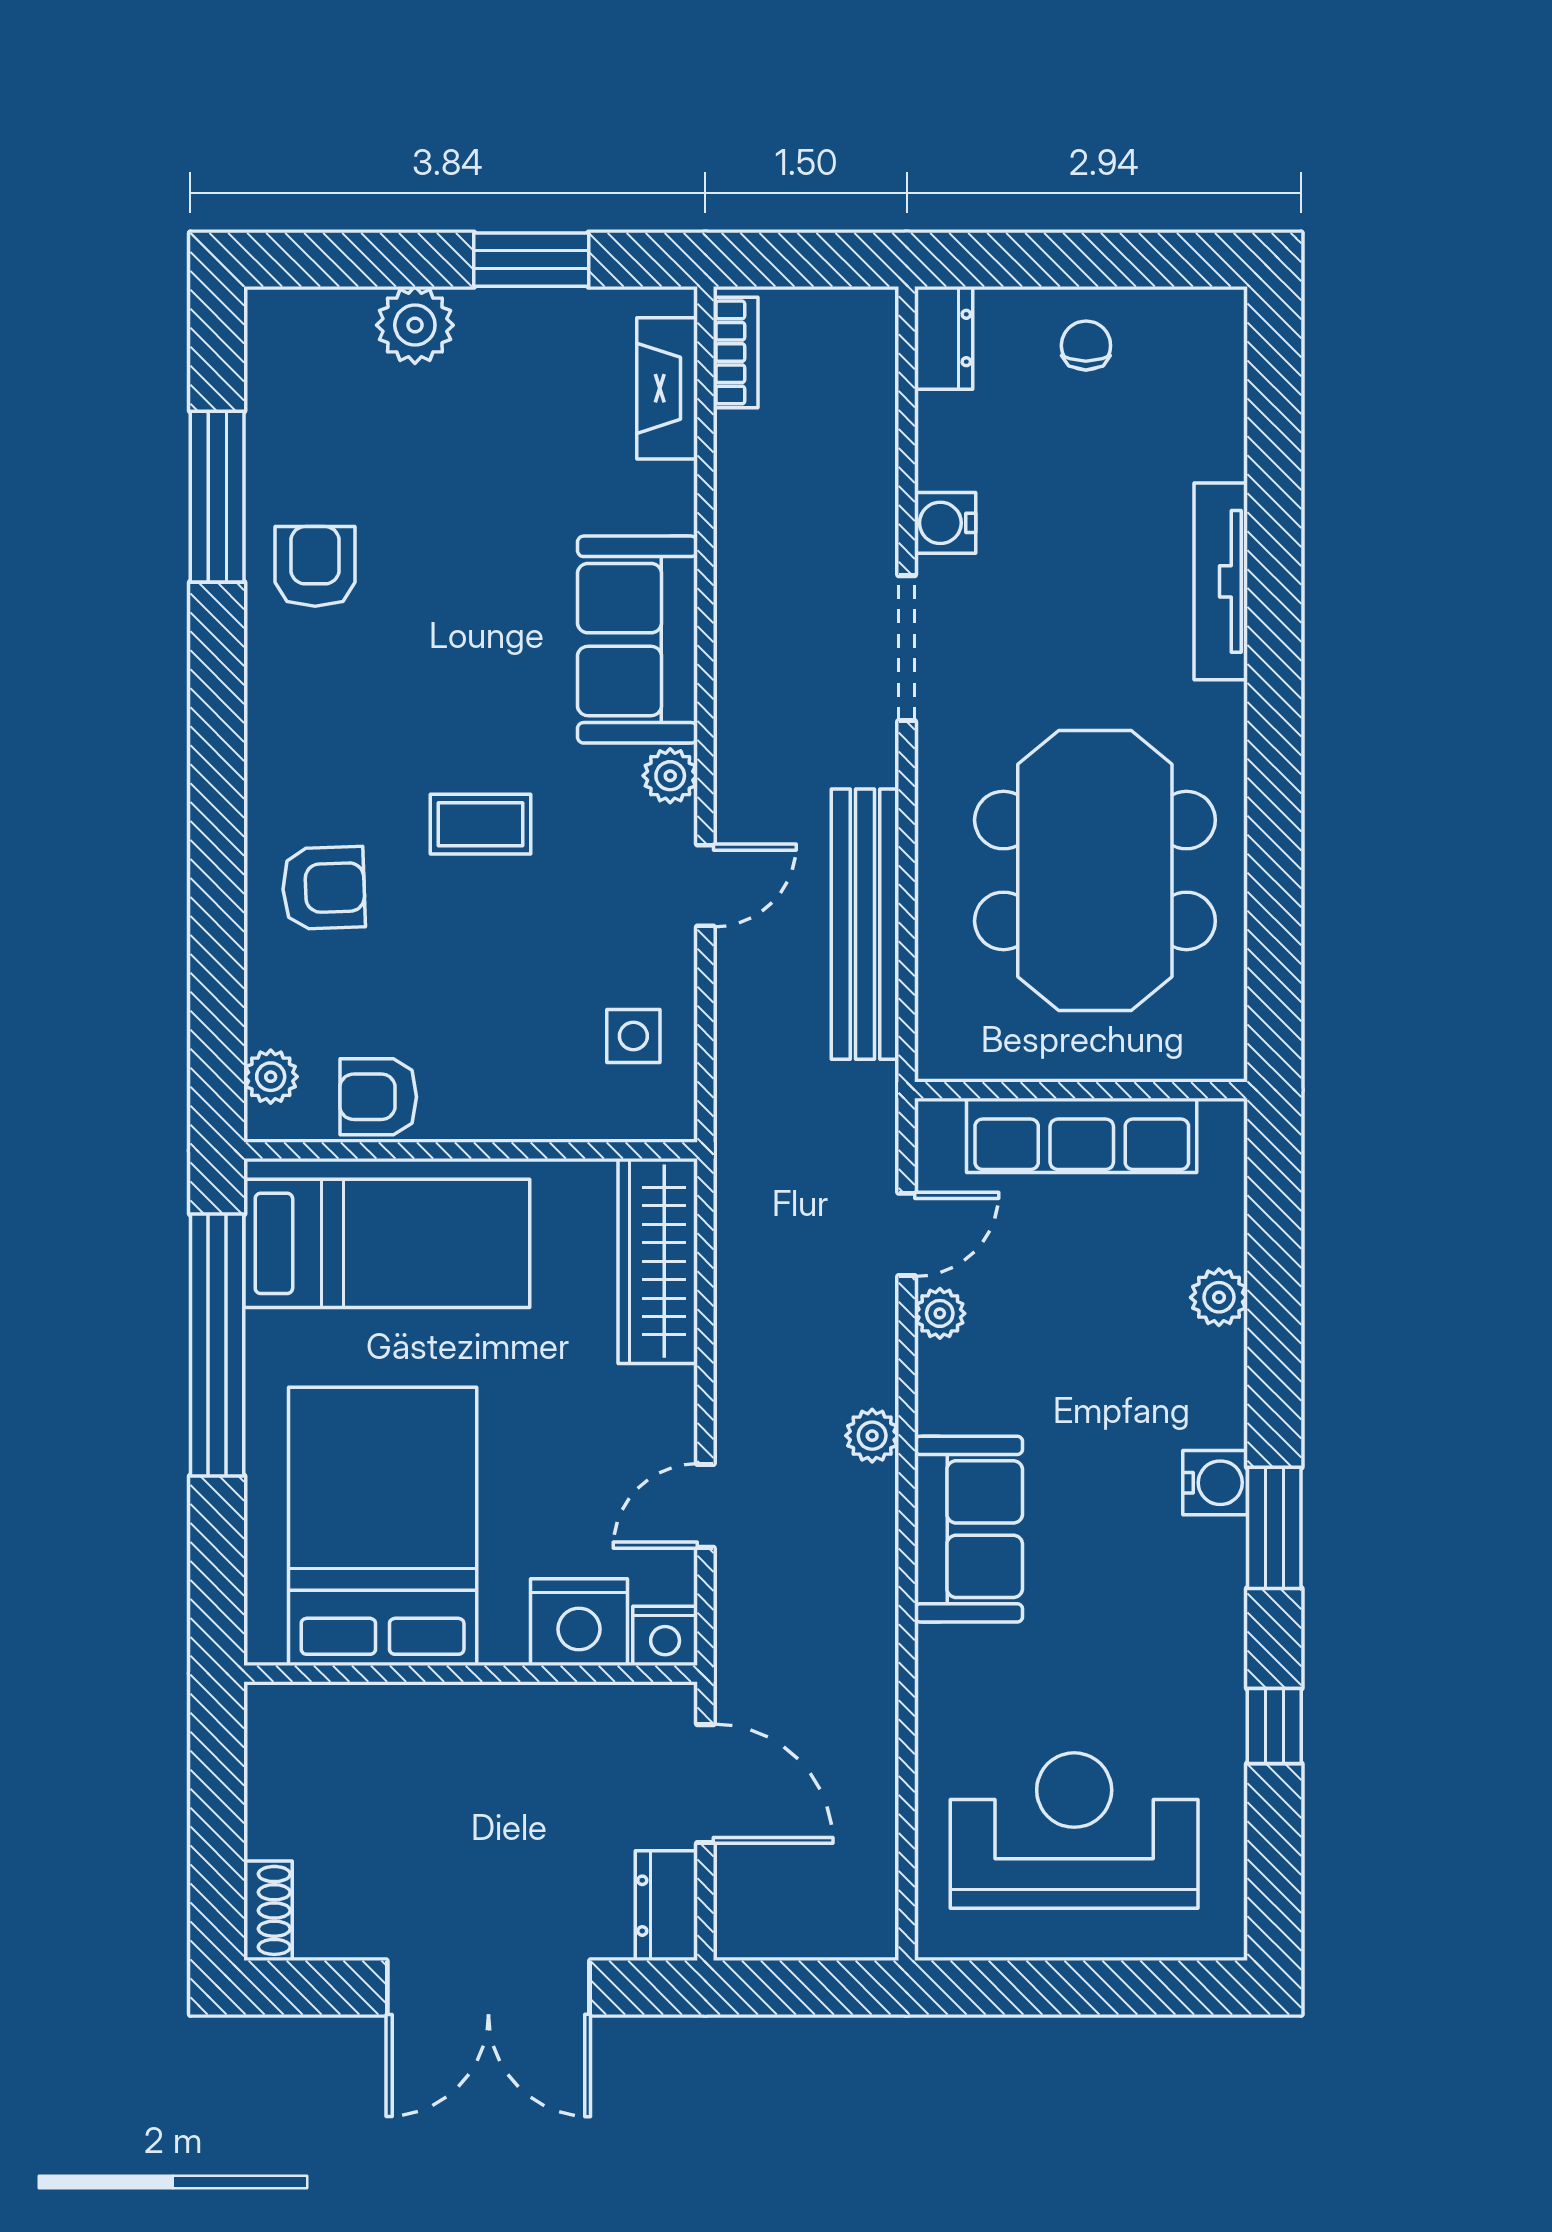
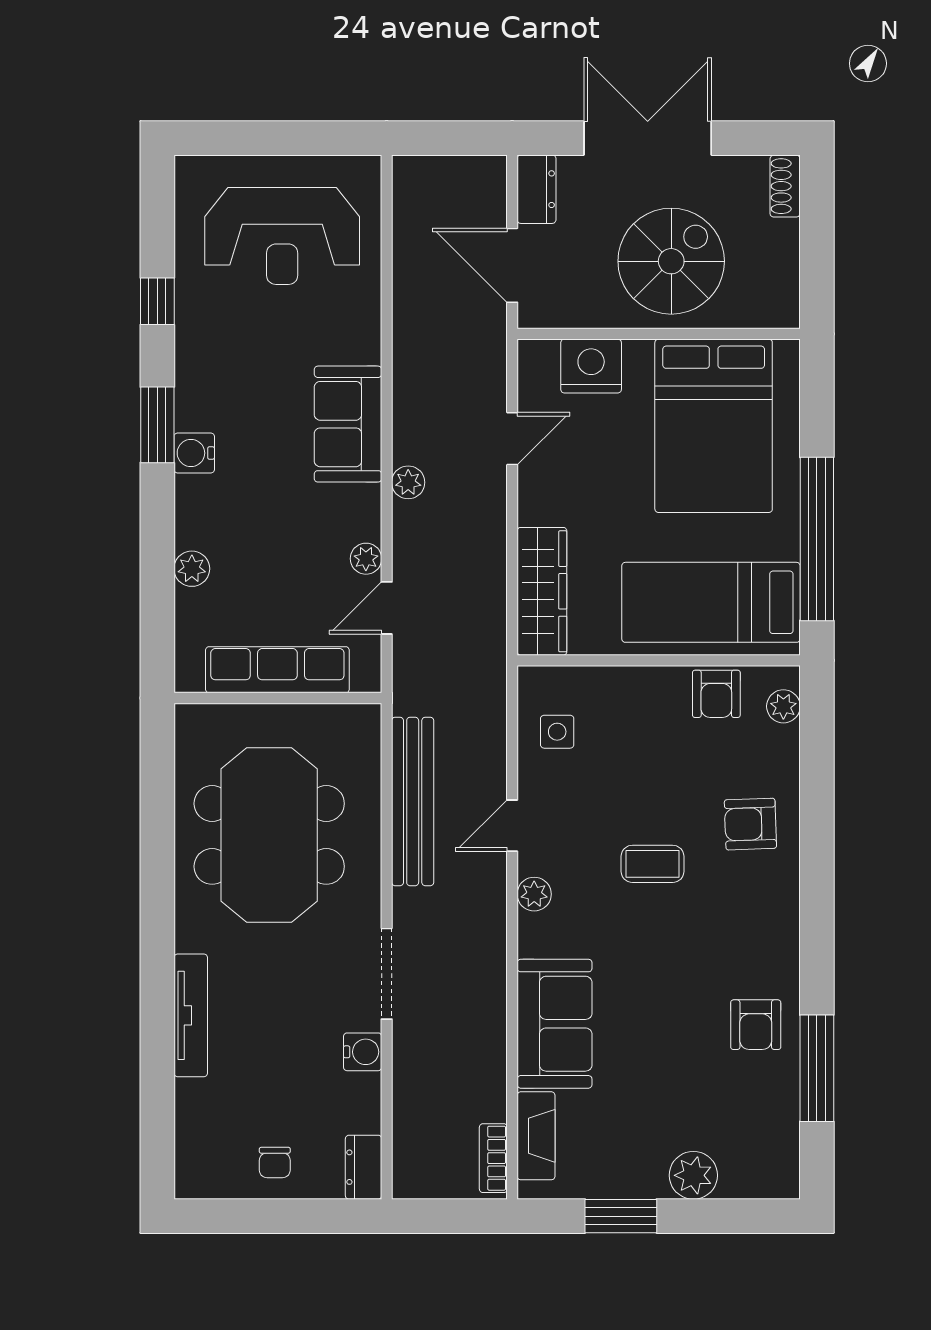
sofa: (637, 640) -> (555, 1024), moved
armchair: (378, 1097) -> (716, 694), turned 90
nightstand: (665, 1636) -> (537, 357), removed
spiral stairs: (451, 1790) -> (671, 261), added

